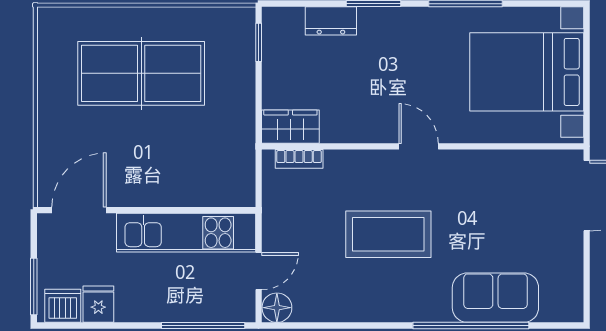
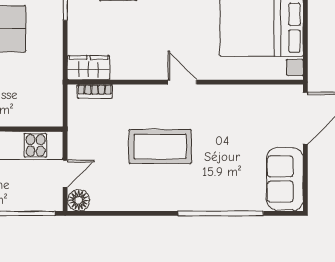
sofa: (495, 298) -> (285, 179), moved, turned -90

